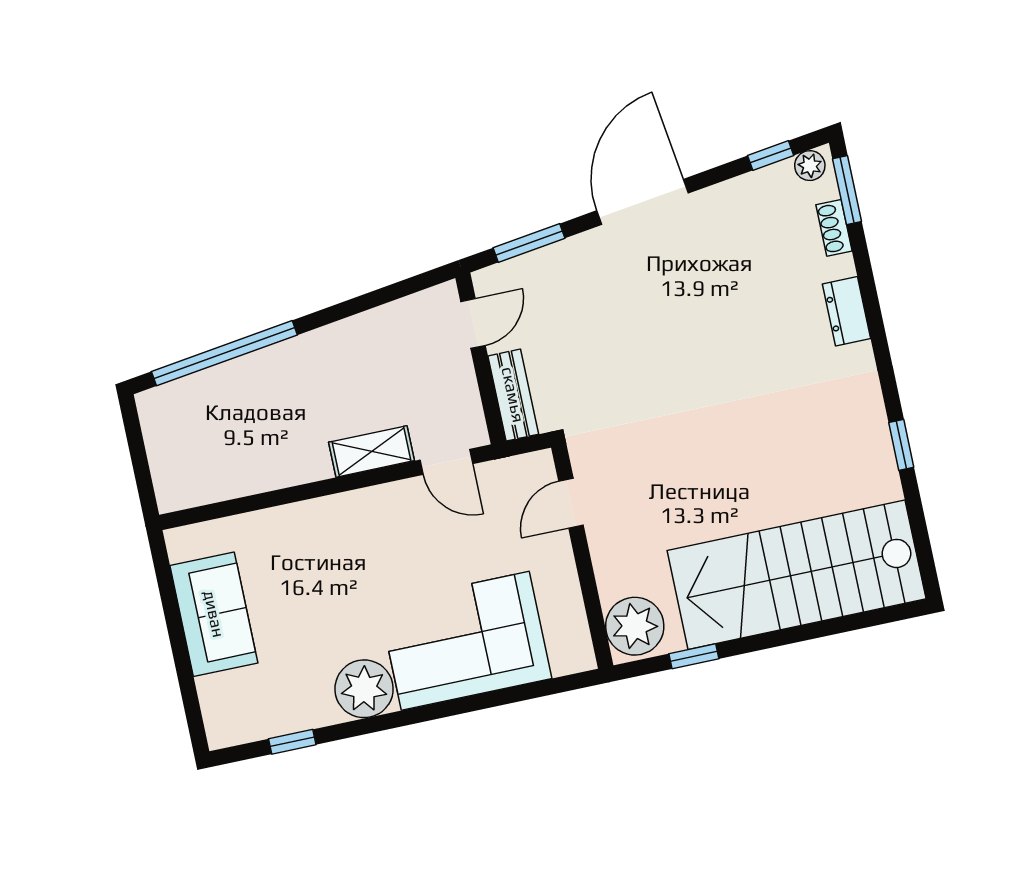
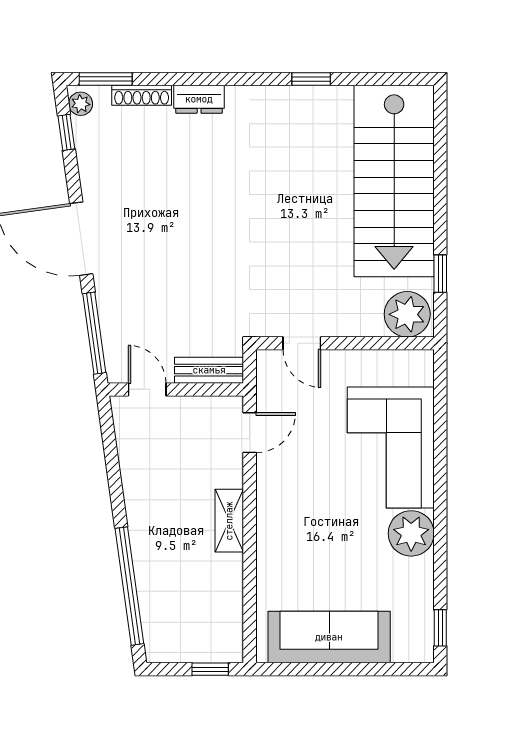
shoe rack: (834, 228) -> (142, 95), width x1.43
window: (529, 243) -> (94, 333), width x1.44
shelving: (372, 451) -> (229, 521), moved
window: (143, 475) -> (210, 669), added
sofa: (214, 614) -> (329, 637), width x1.36
window: (292, 742) -> (440, 628), moved

